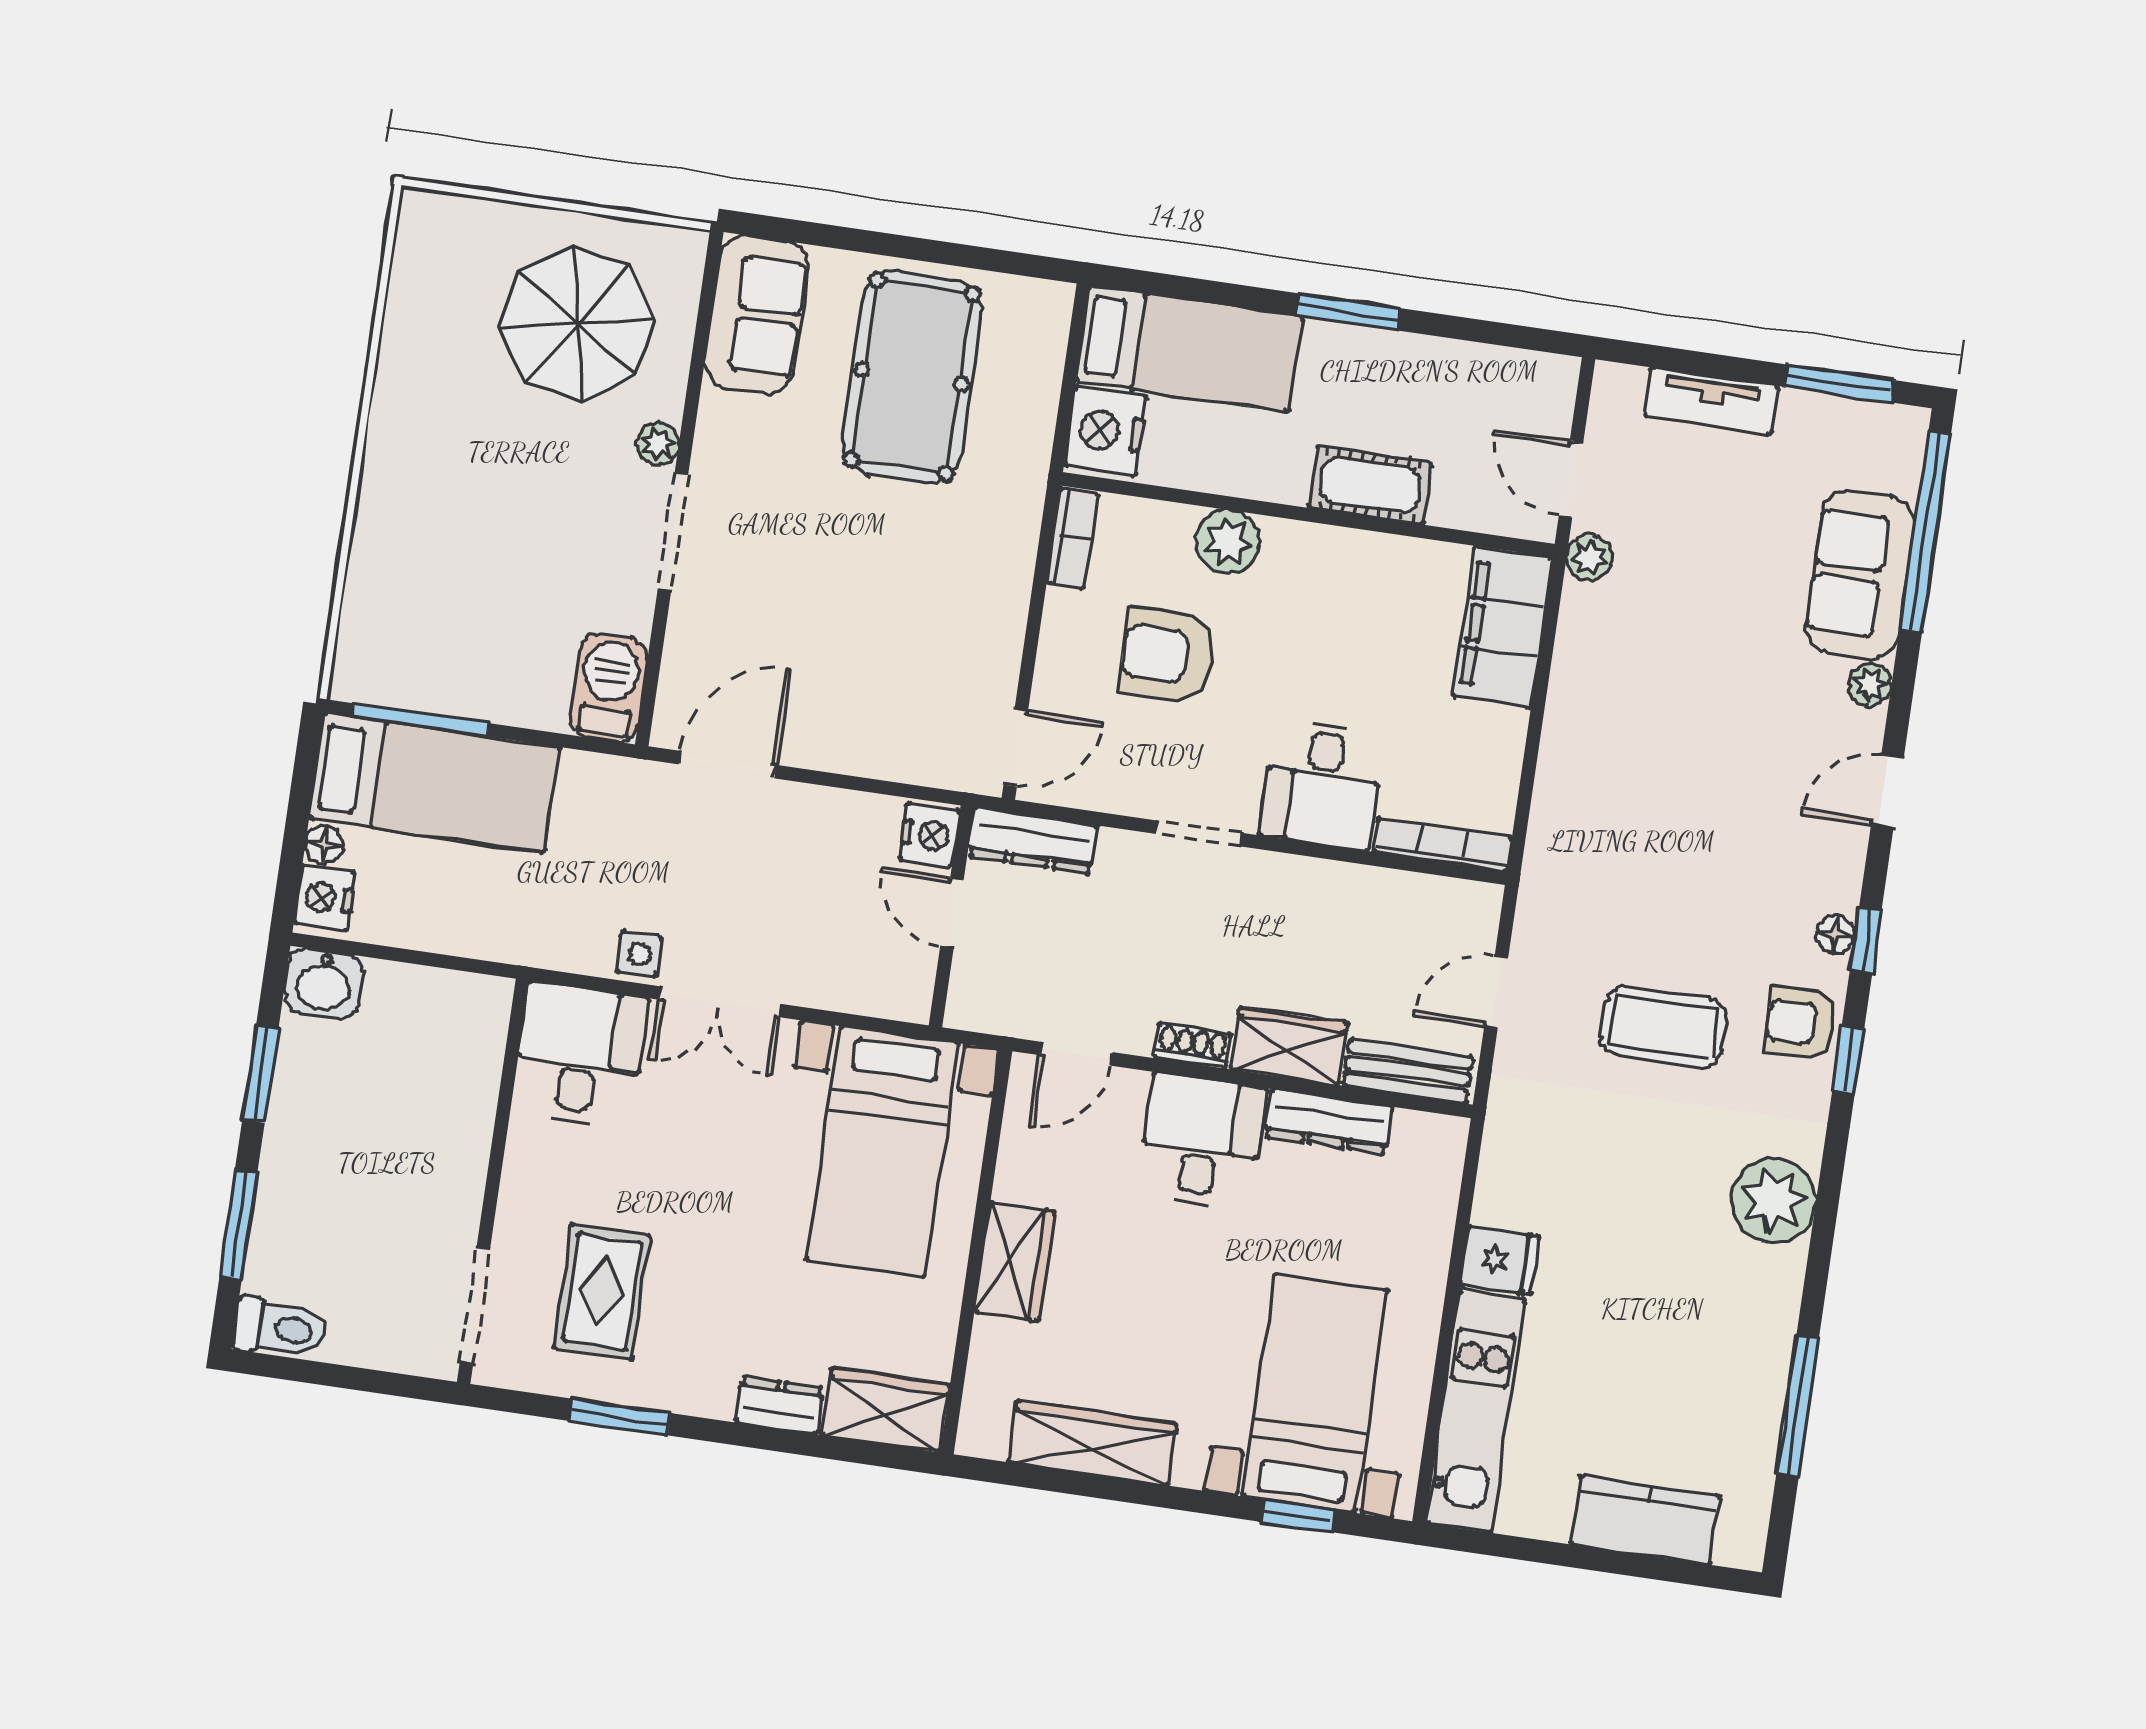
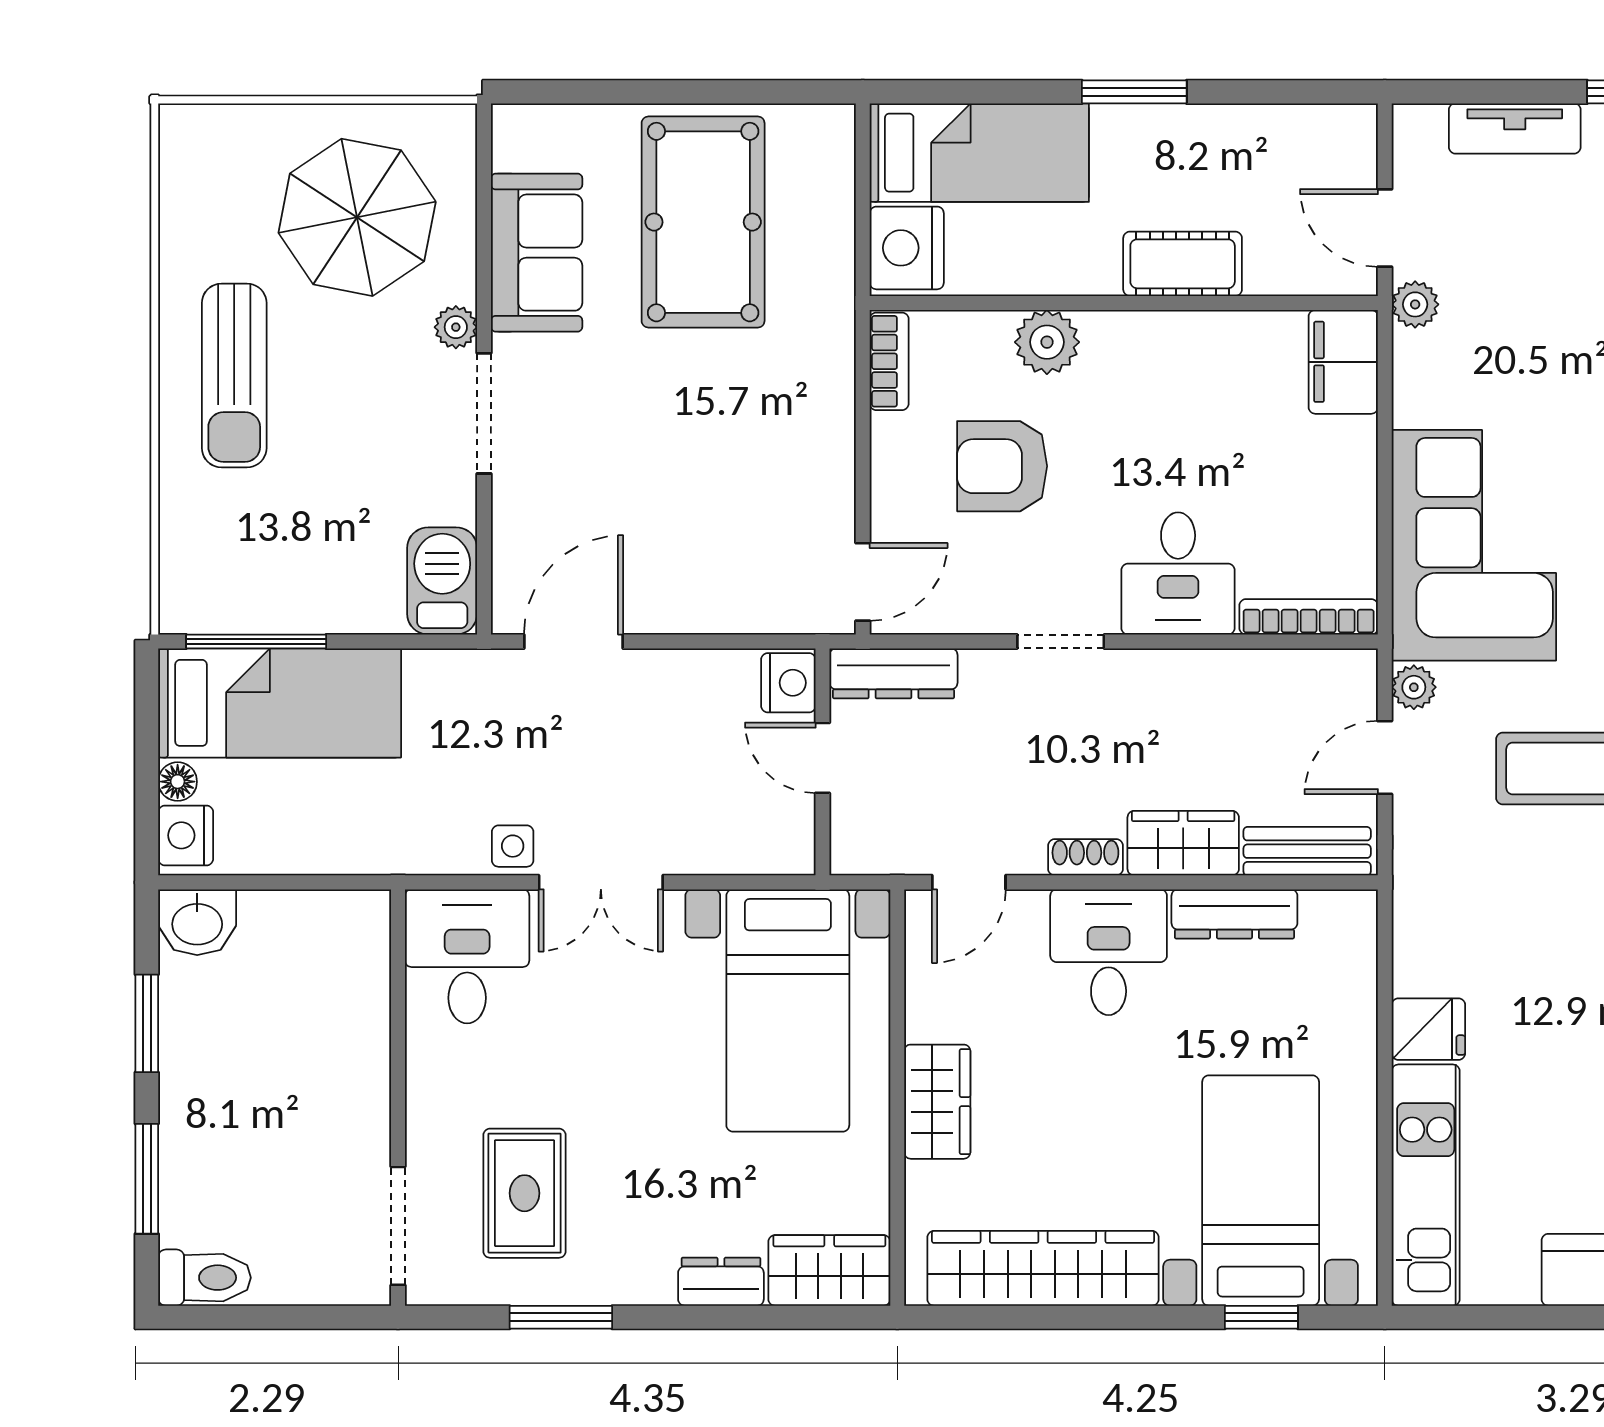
sofa: (756, 315) -> (537, 253), moved
sun lounger: (436, 459) -> (234, 375), added
filing cabinet: (1503, 627) -> (1343, 362), width x0.67, depth x0.86
corner sofa: (1613, 799) -> (1474, 545), added
plant: (1534, 928) -> (1414, 687), added
wardrobe: (1092, 1443) -> (1043, 1268), width x1.40, depth x1.17

